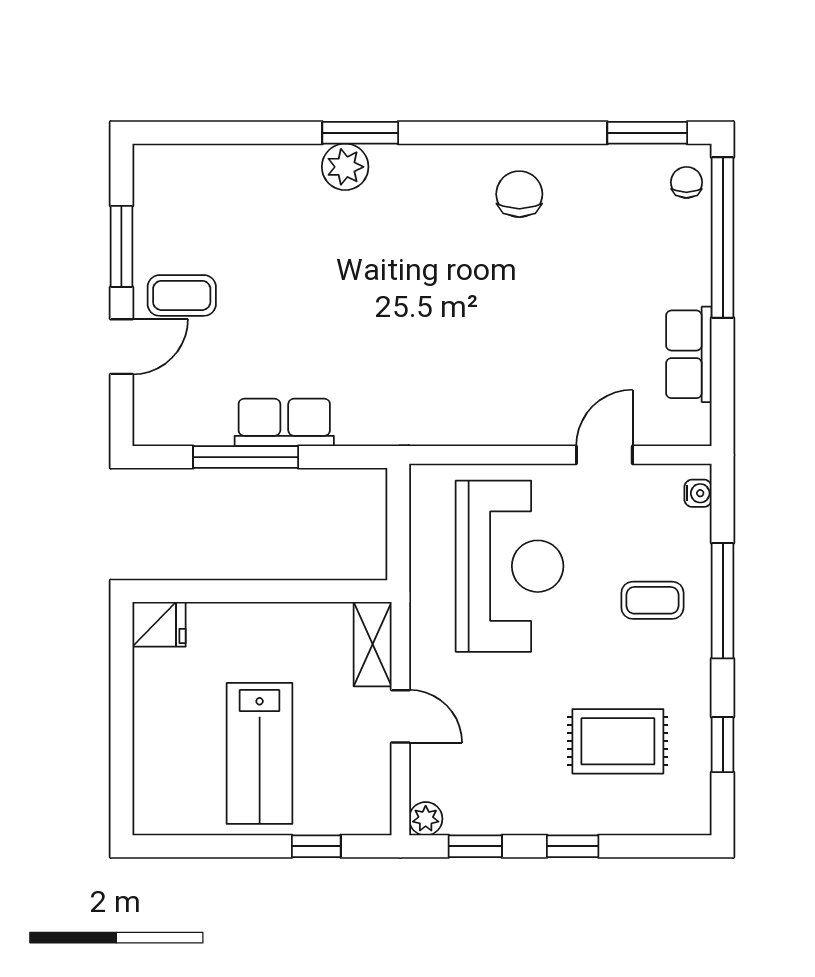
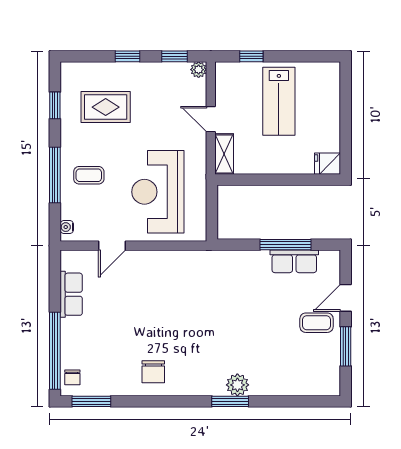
row of seats: (284, 422) -> (294, 261), moved
lab bench: (260, 753) -> (279, 101), turned 180

